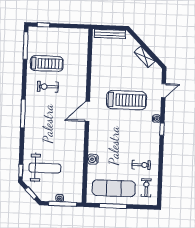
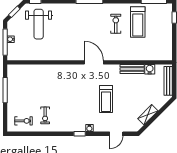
bench: (96, 71) -> (132, 69), added
door: (163, 91) -> (116, 134), hinge flipped
treadmill: (126, 100) -> (106, 99), width x0.73, depth x0.73
water cooler: (93, 159) -> (150, 69), moved
exercise mat: (114, 188) -> (22, 90), removed

